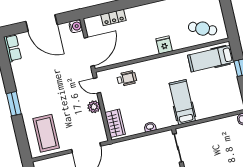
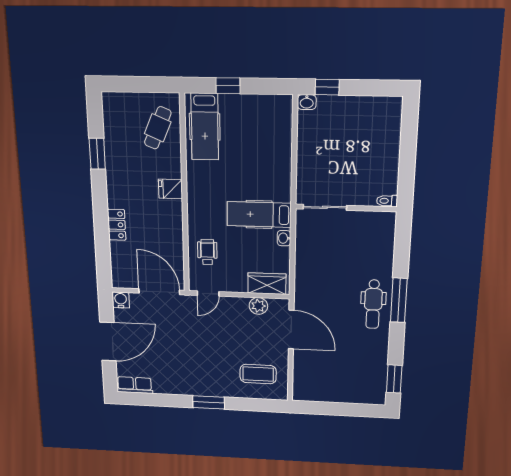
locker: (113, 17) -> (117, 225), moved
hospital bed: (182, 102) -> (259, 214), moved
plant: (94, 107) -> (258, 306), moved
coffee table: (46, 133) -> (258, 374), width x0.73, depth x0.76

